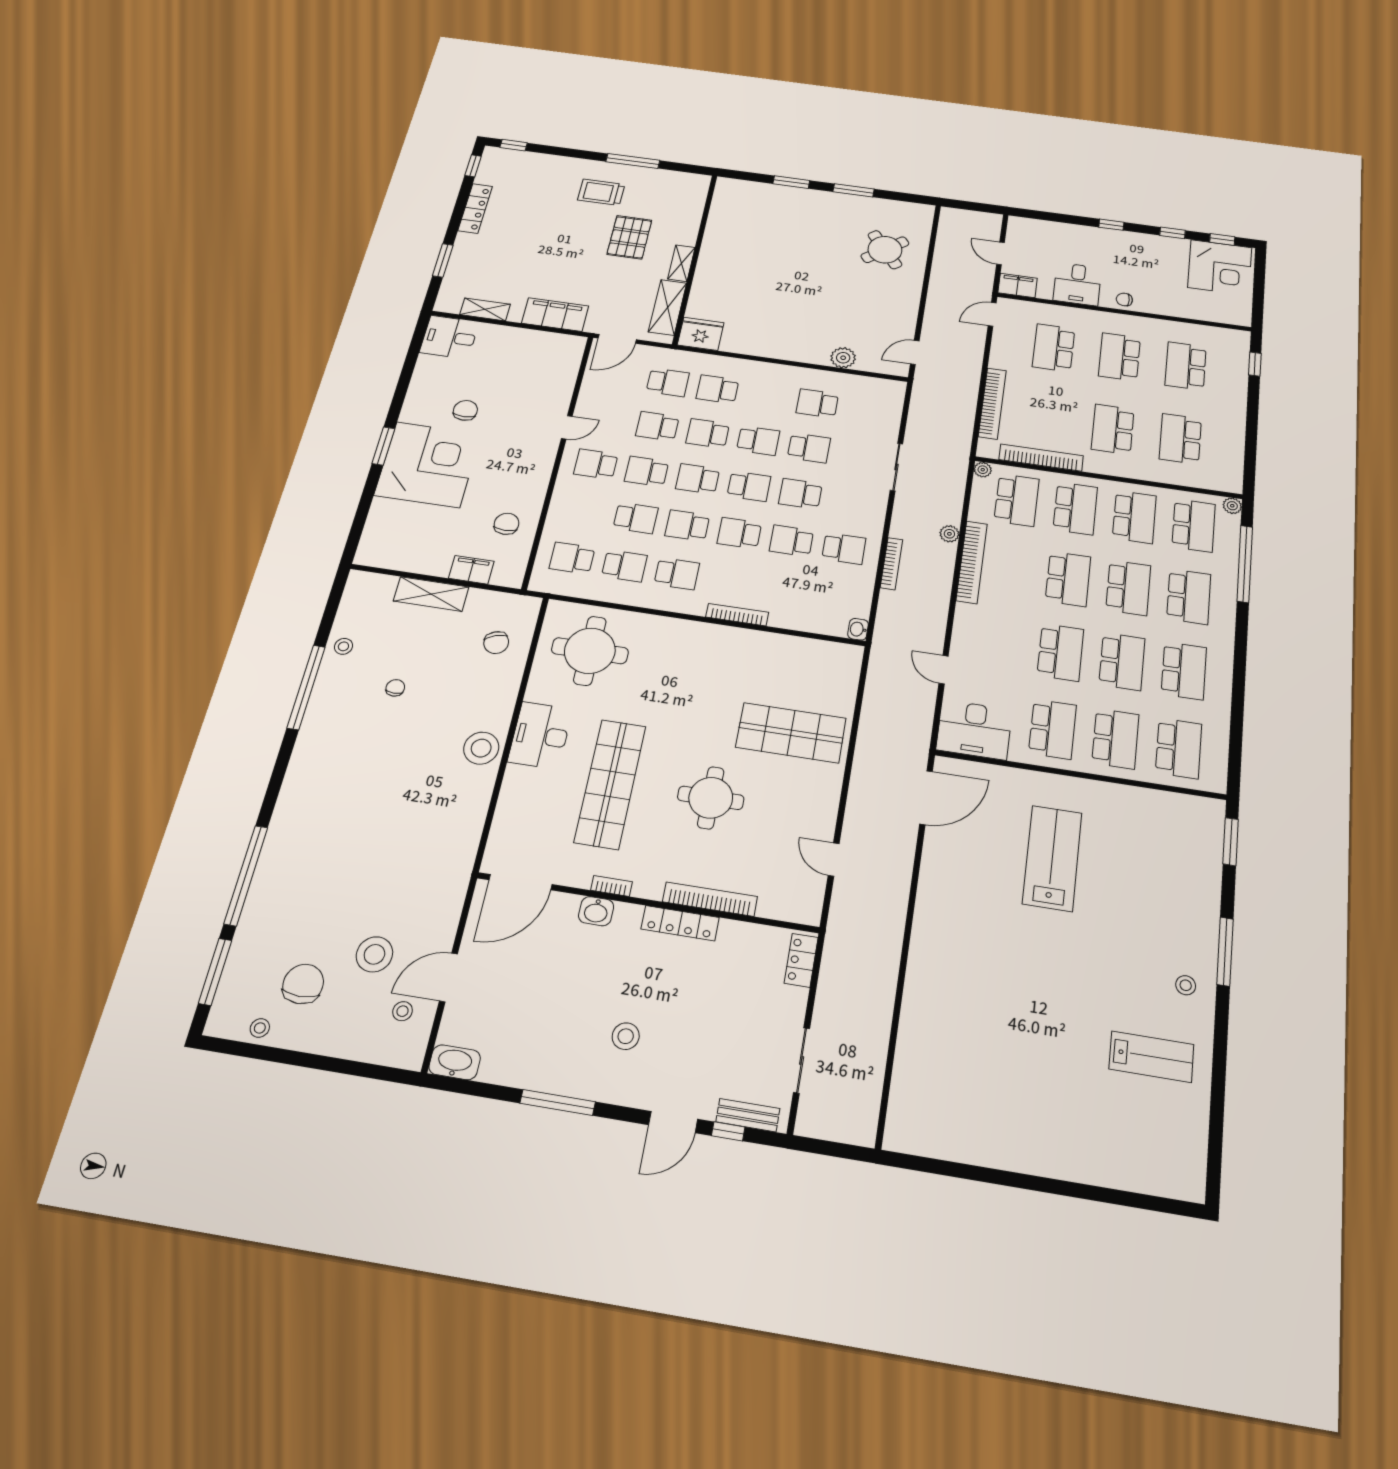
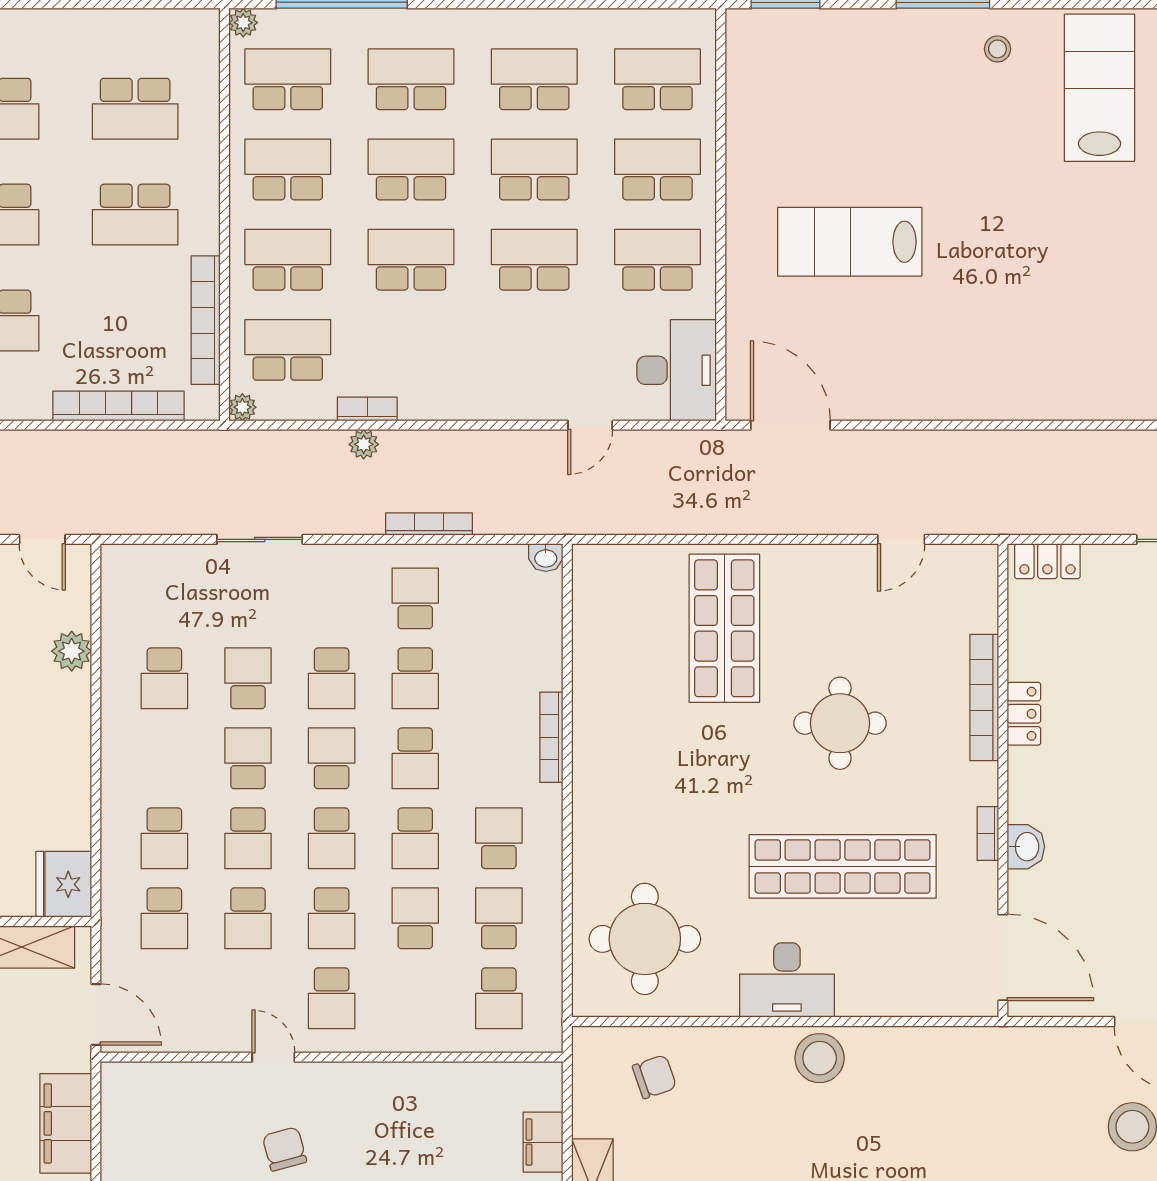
school desk: (668, 382) -> (164, 918), turned 180
chair: (507, 524) -> (284, 1149), moved, turned 75
bookcase: (972, 562) -> (367, 409), width x0.43, depth x0.76
locker: (680, 923) -> (1024, 714), width x0.66
lab bench: (1151, 1057) -> (1100, 88), width x1.36, depth x1.39

